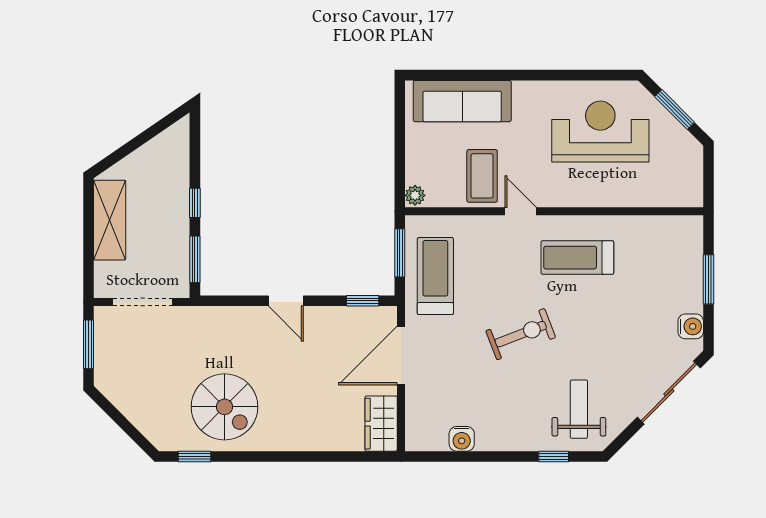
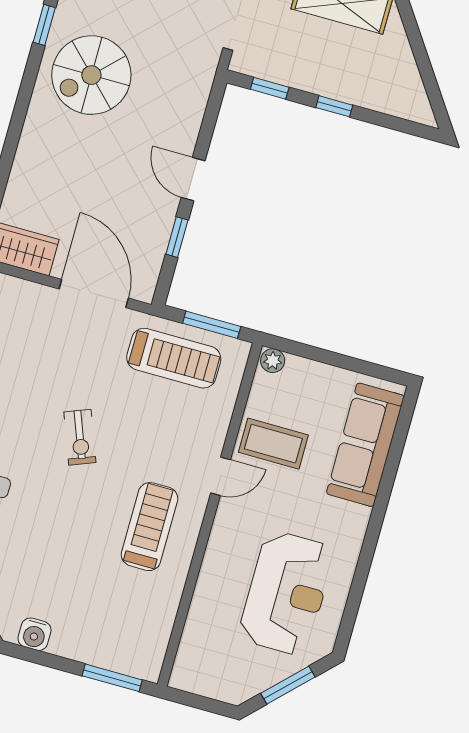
window: (195, 259) -> (270, 88), width x0.67
window: (708, 279) -> (112, 678), moved
door: (286, 301) -> (193, 179), hinge flipped
window: (363, 301) -> (177, 237), moved
exercise bike: (521, 334) -> (80, 437), width x0.73, depth x0.72

